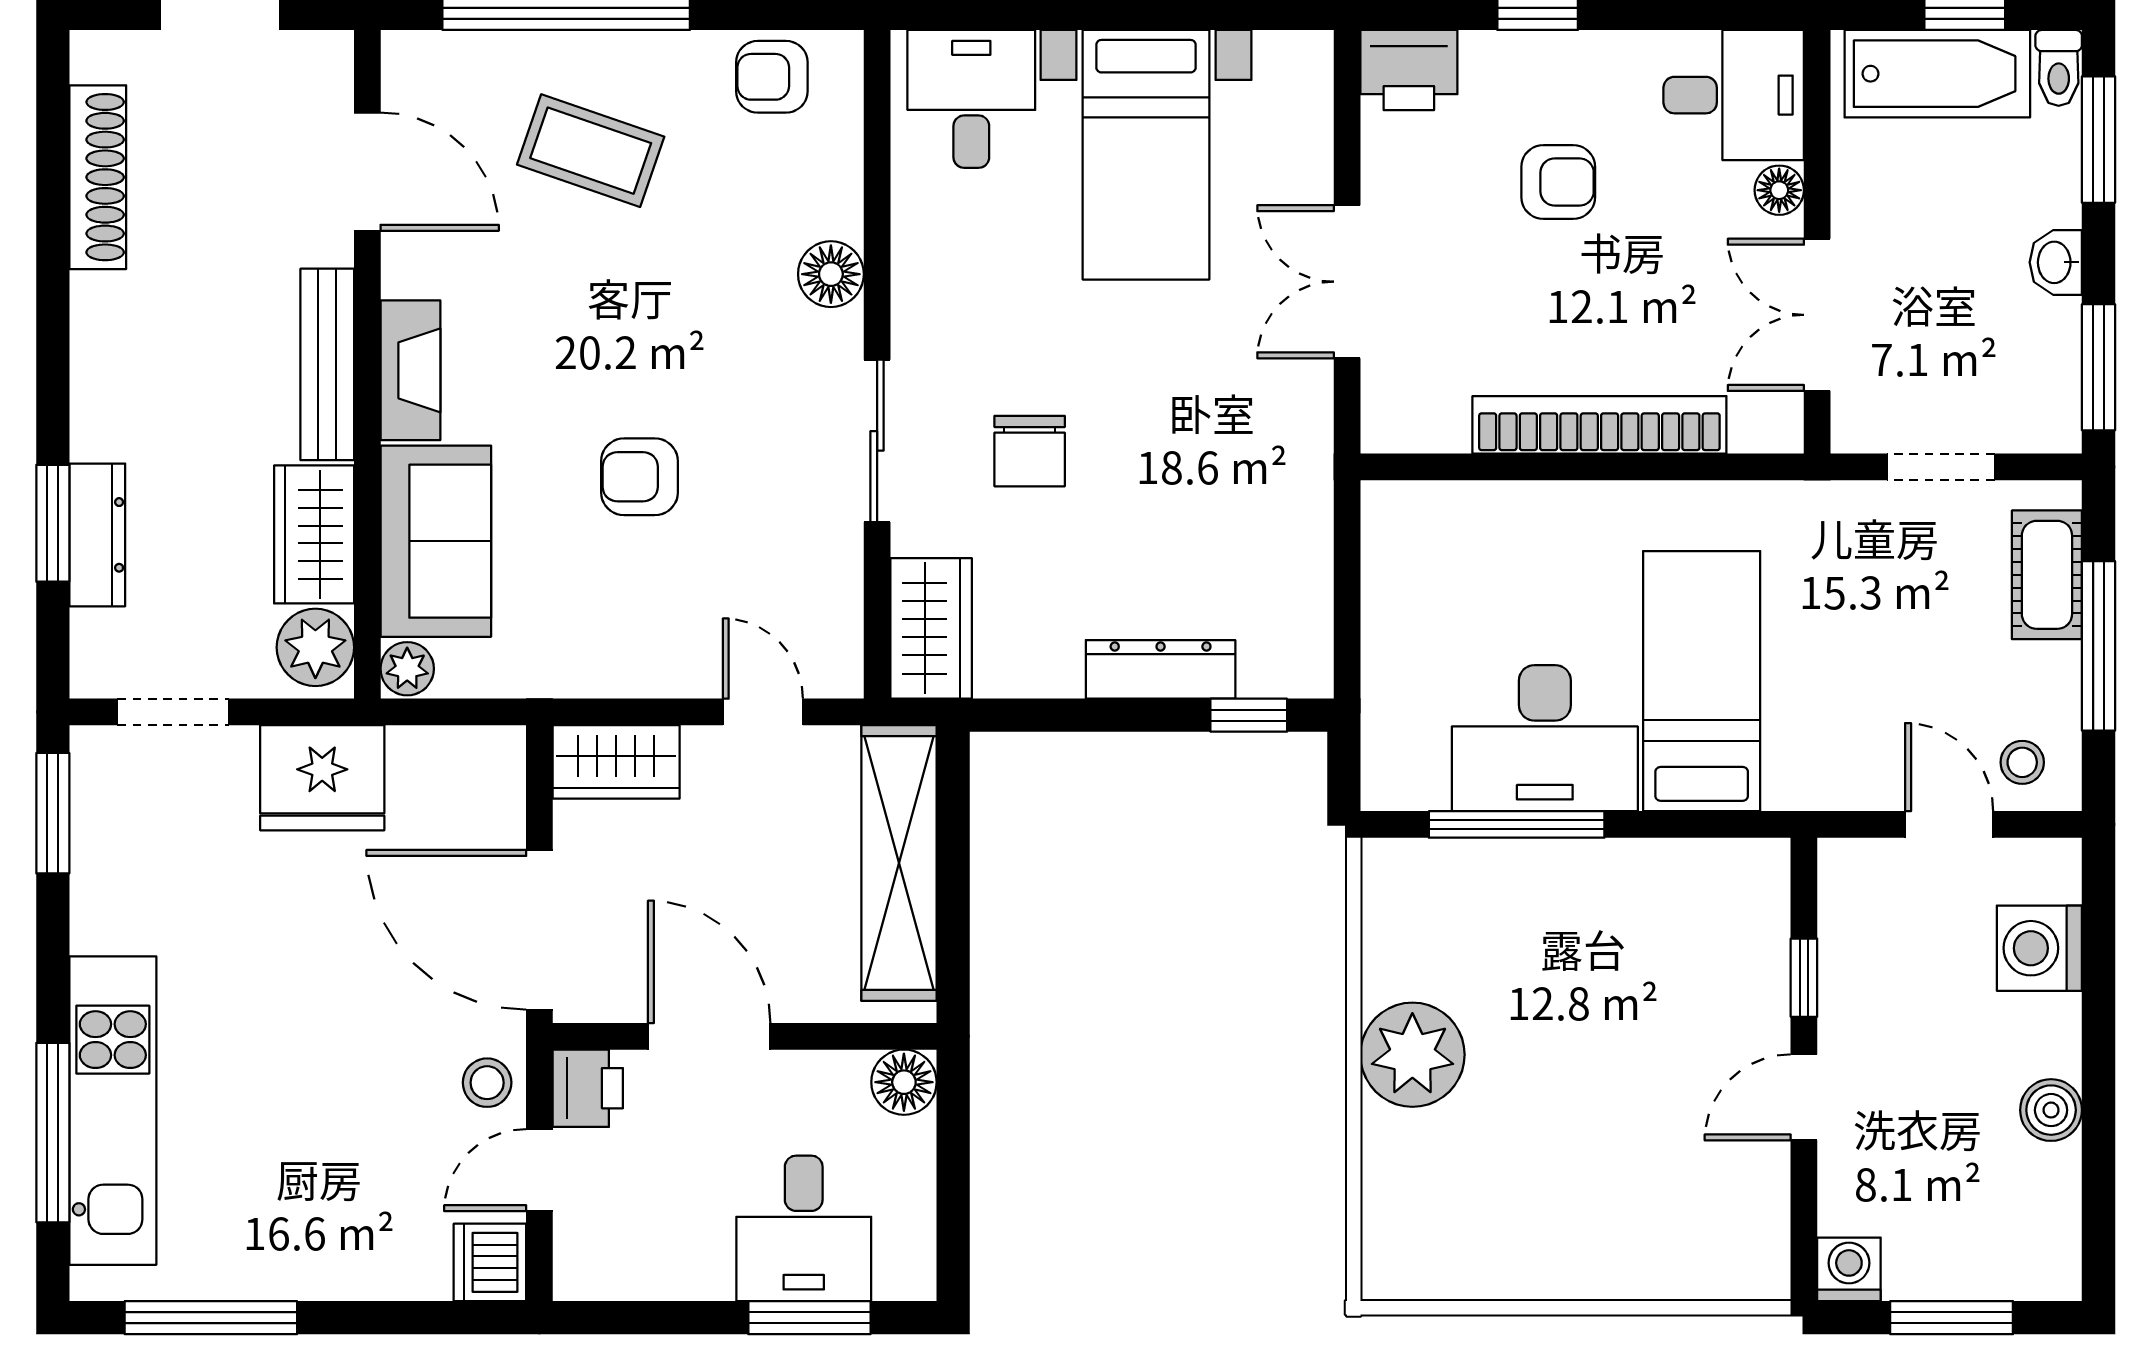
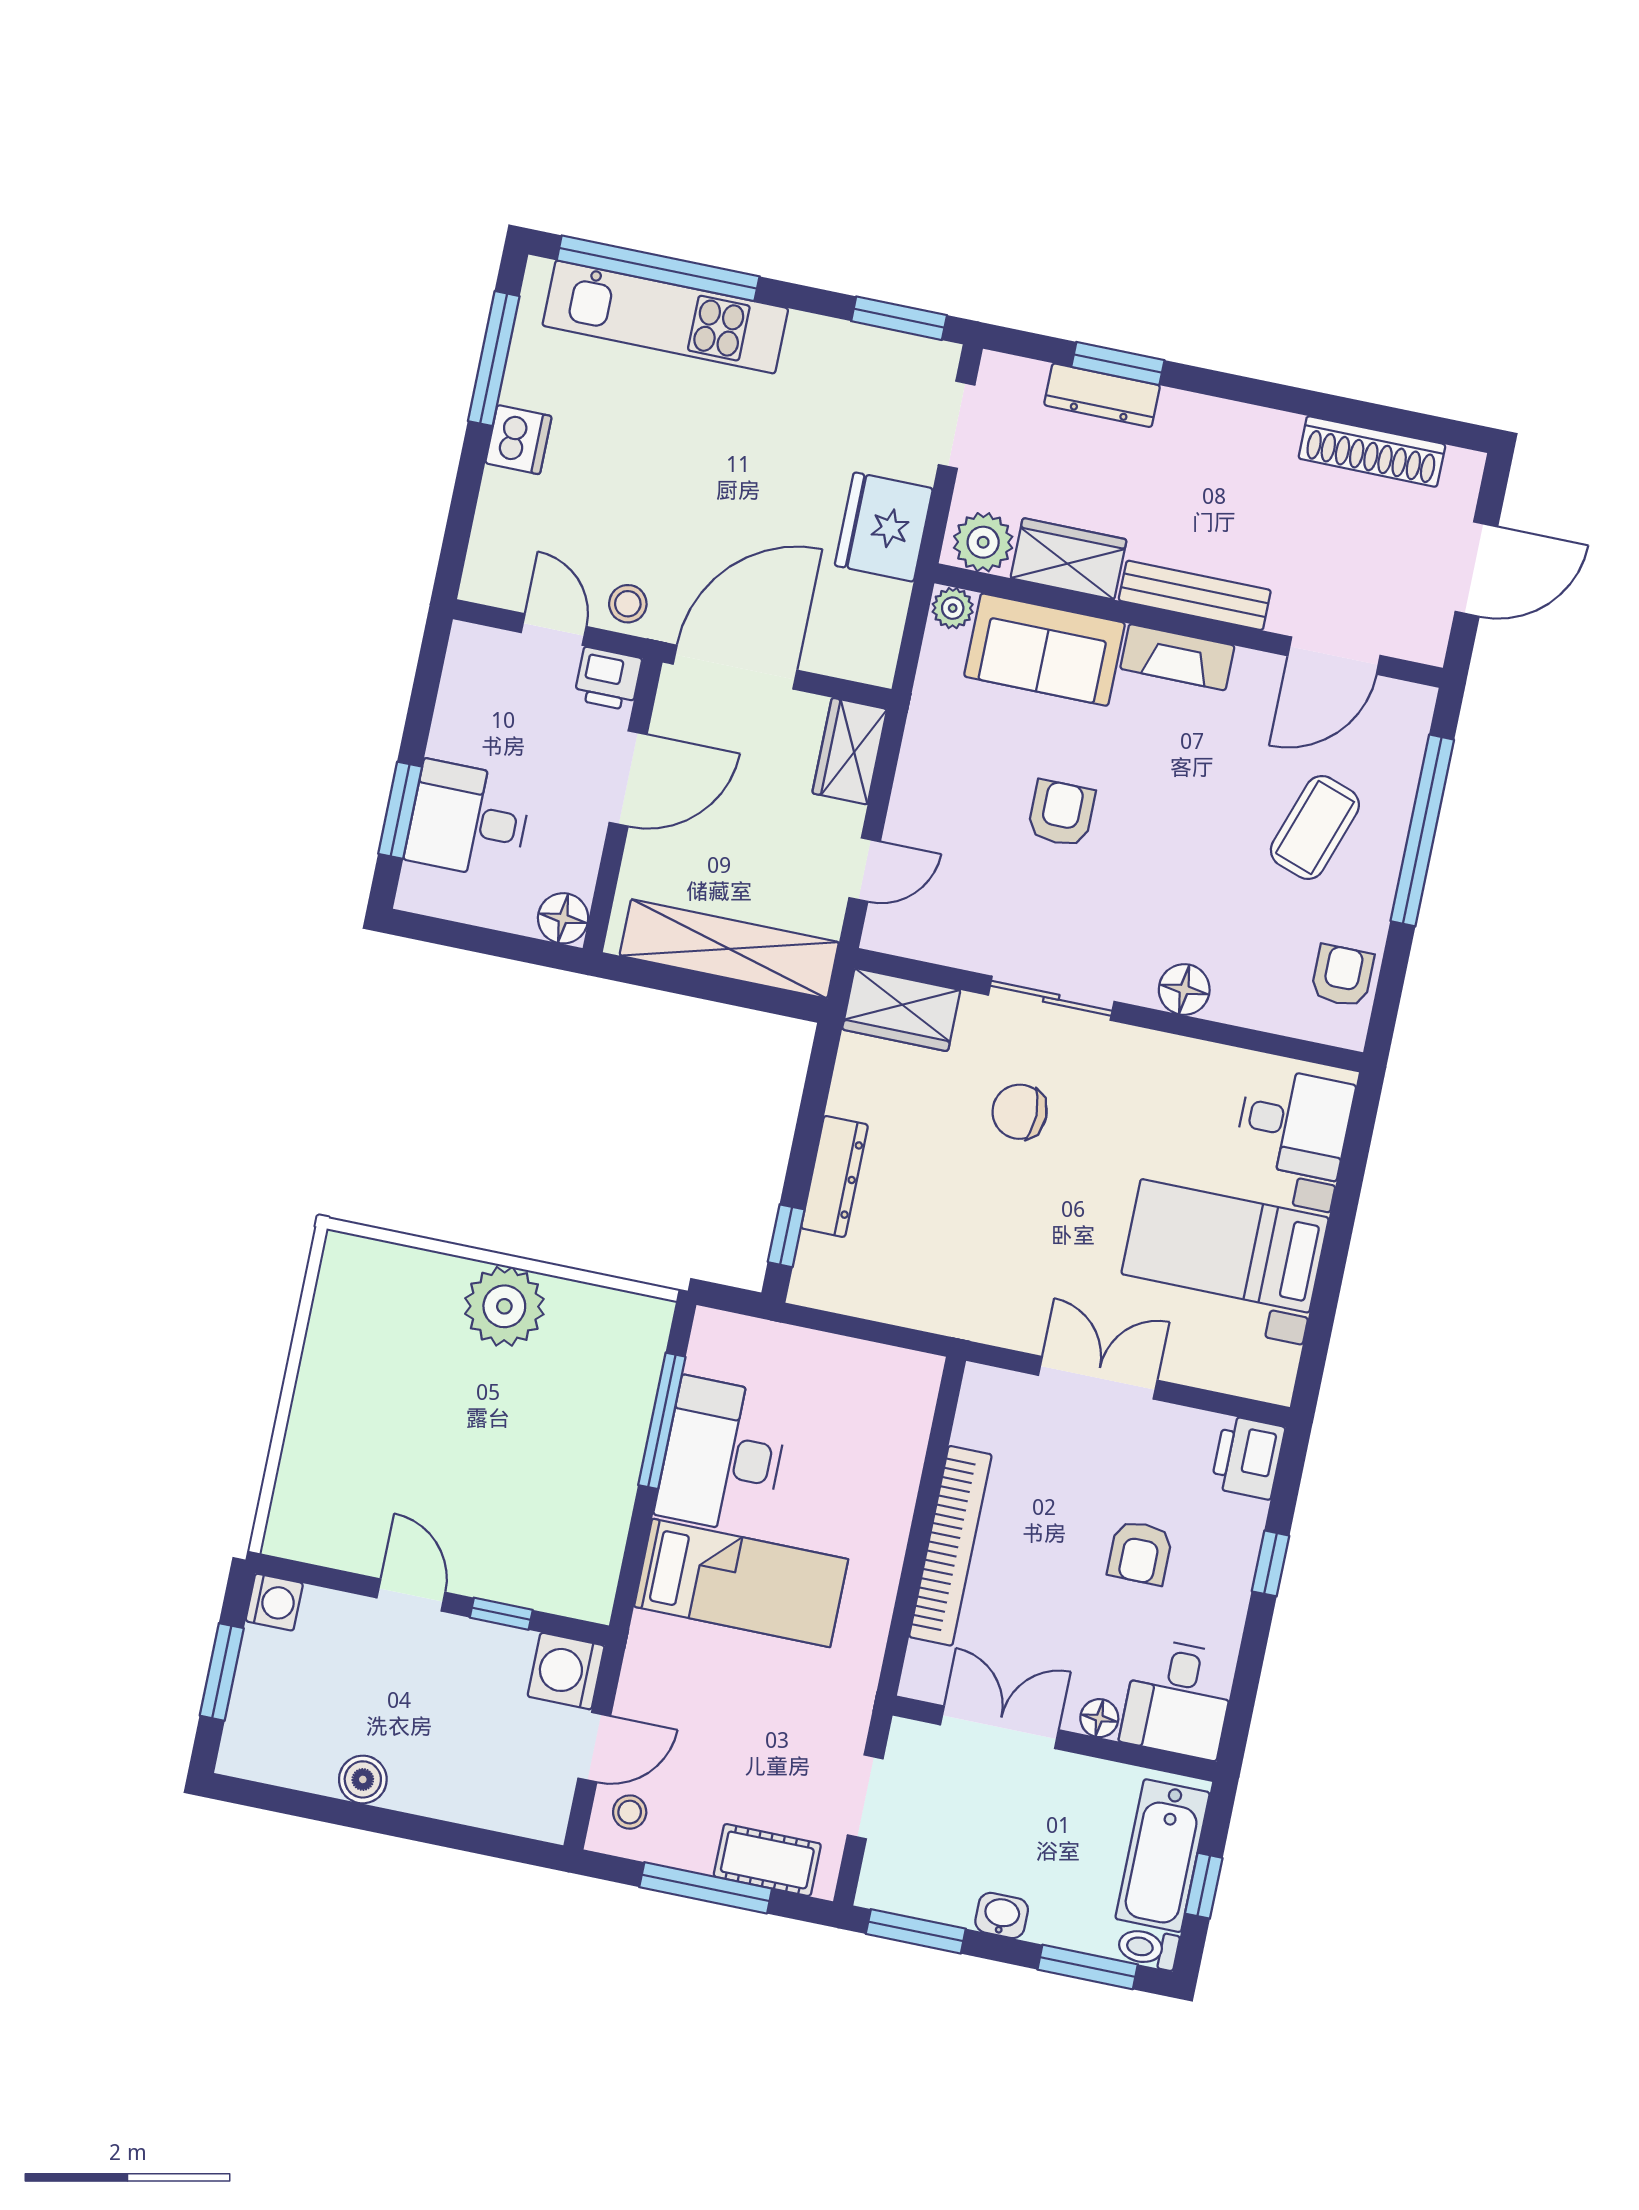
washing machine: (2039, 948) -> (566, 1671), moved, turned -90
window: (53, 1133) -> (658, 268), width x1.46
dishwasher: (490, 1262) -> (518, 440), moved, turned 90

